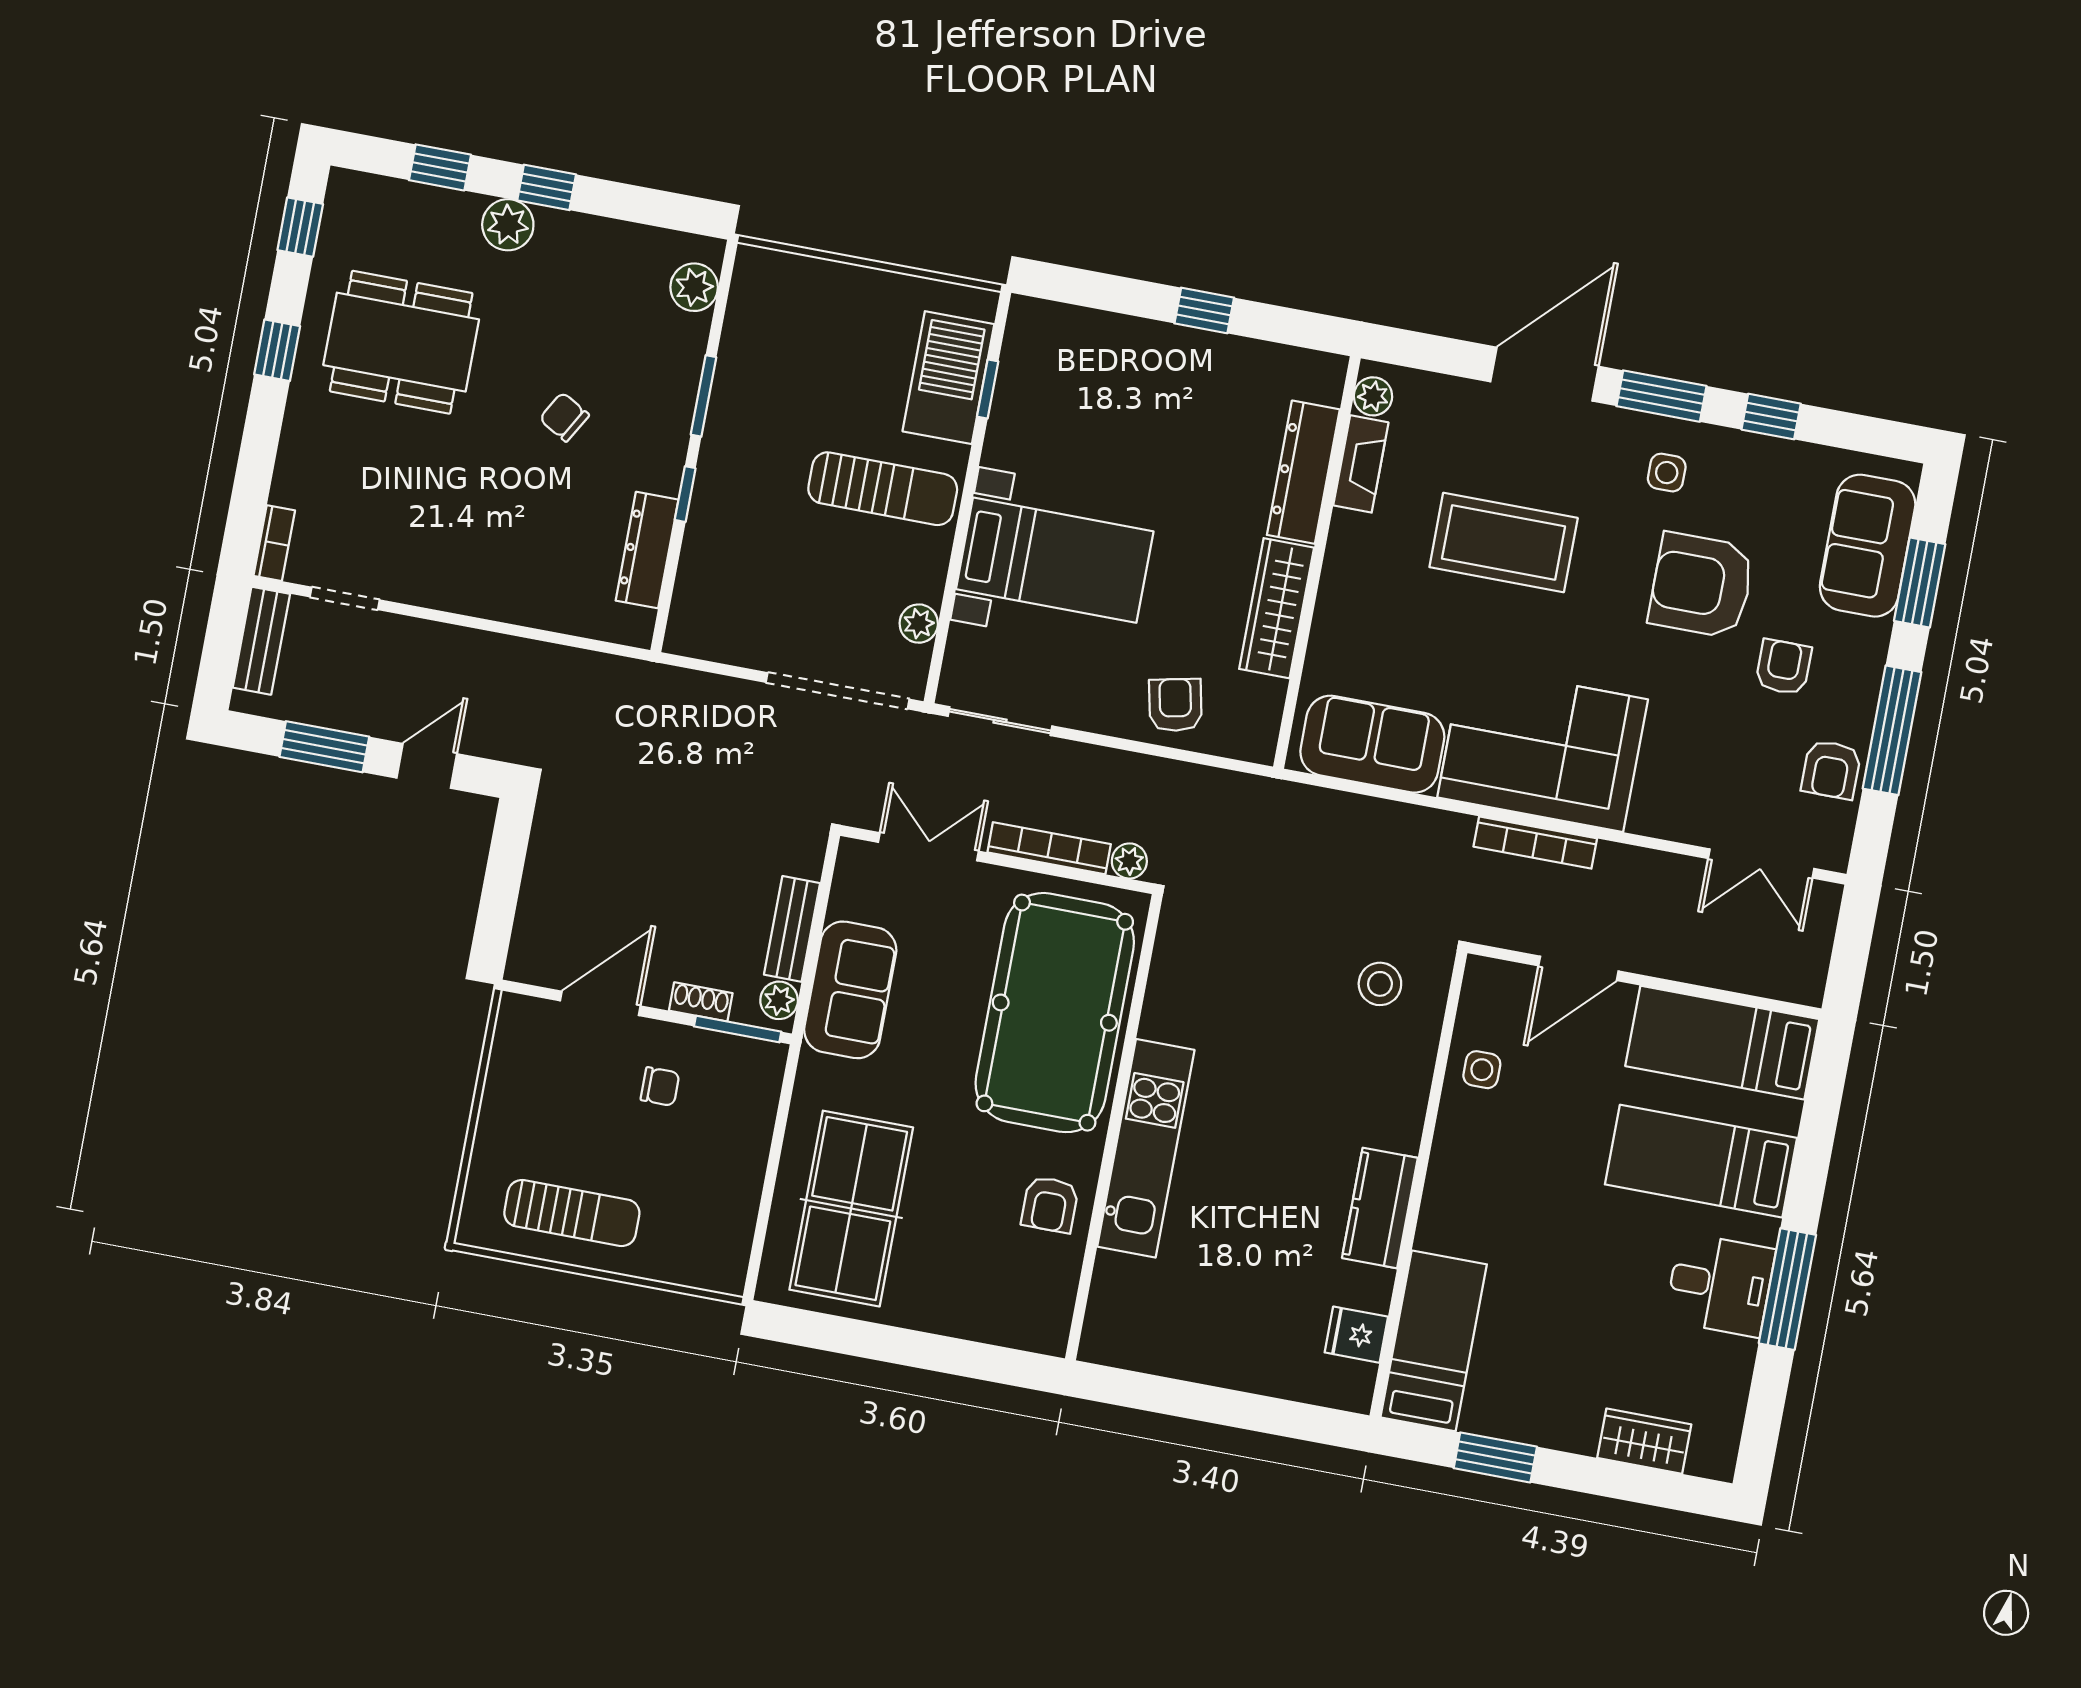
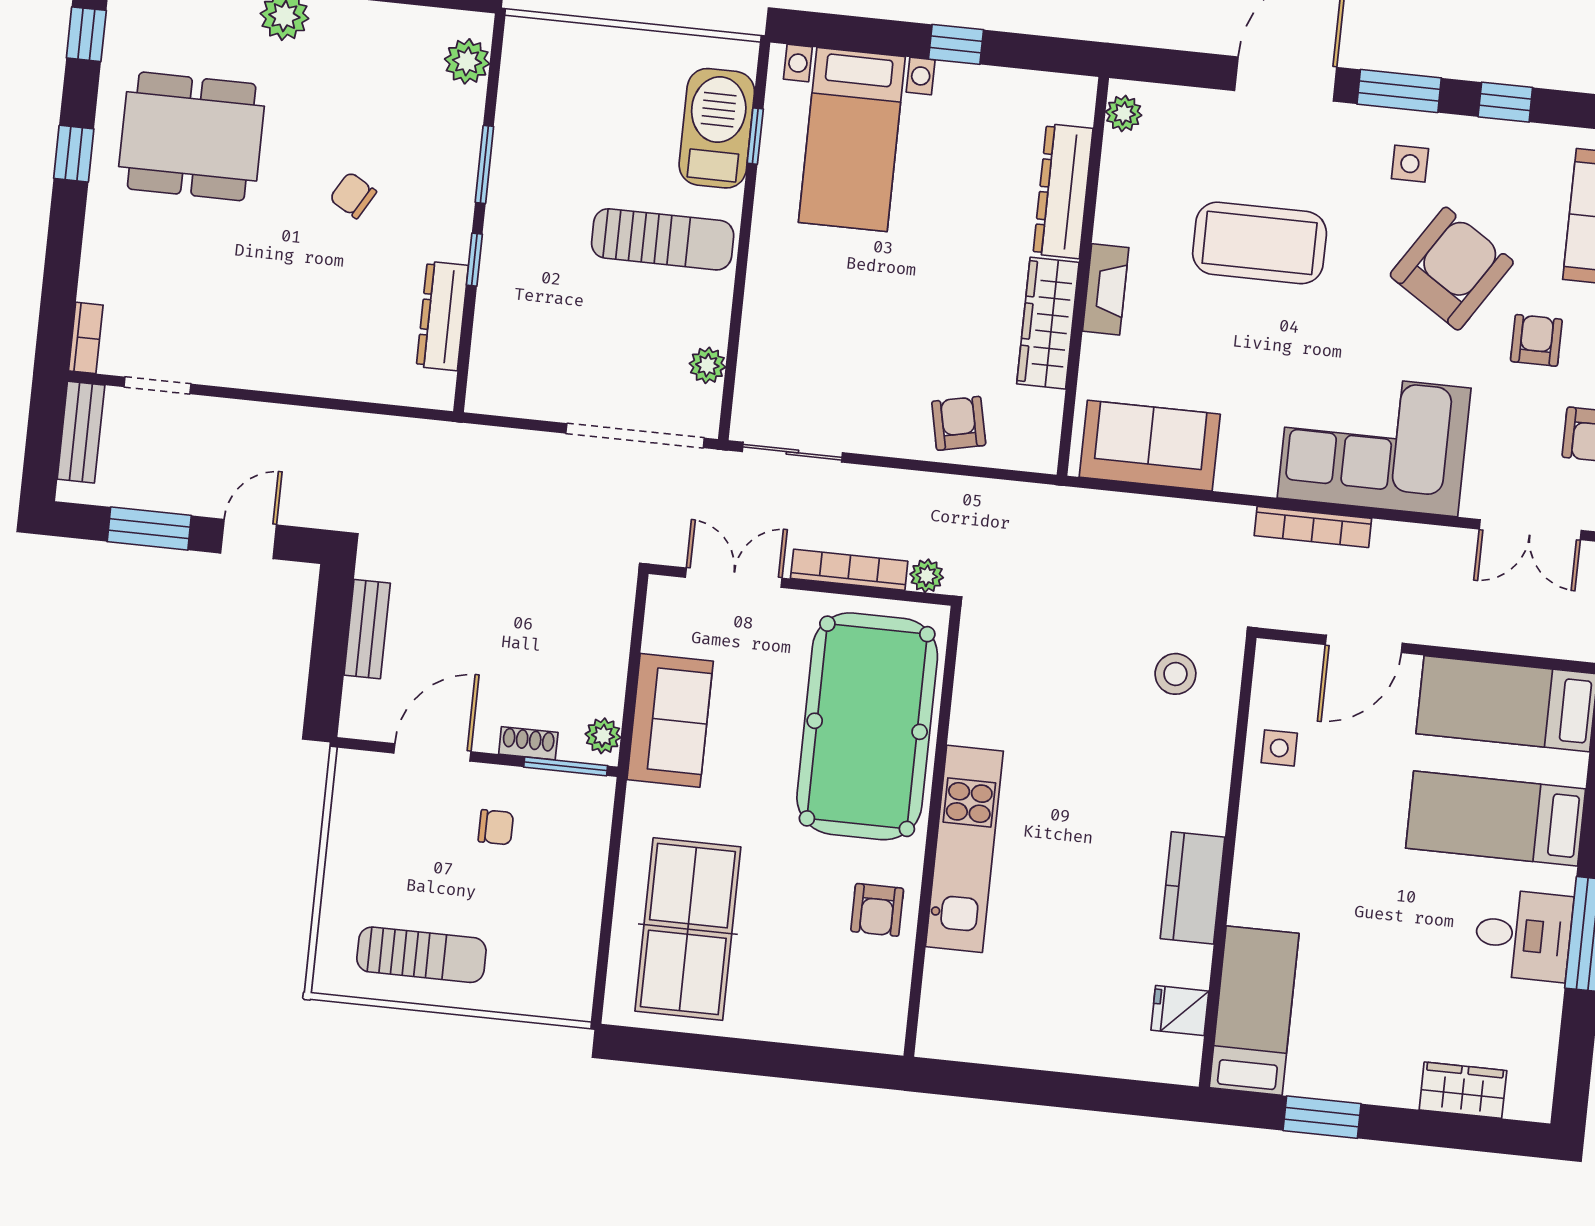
fireplace: (1361, 464) -> (1106, 289), moved
bed with nightstands: (1055, 560) -> (852, 140), moved, turned 90
armchair: (1701, 585) -> (1452, 269), turned 123
corner sofa: (1543, 748) -> (1374, 443), moved
bench: (792, 929) -> (367, 629), moved

